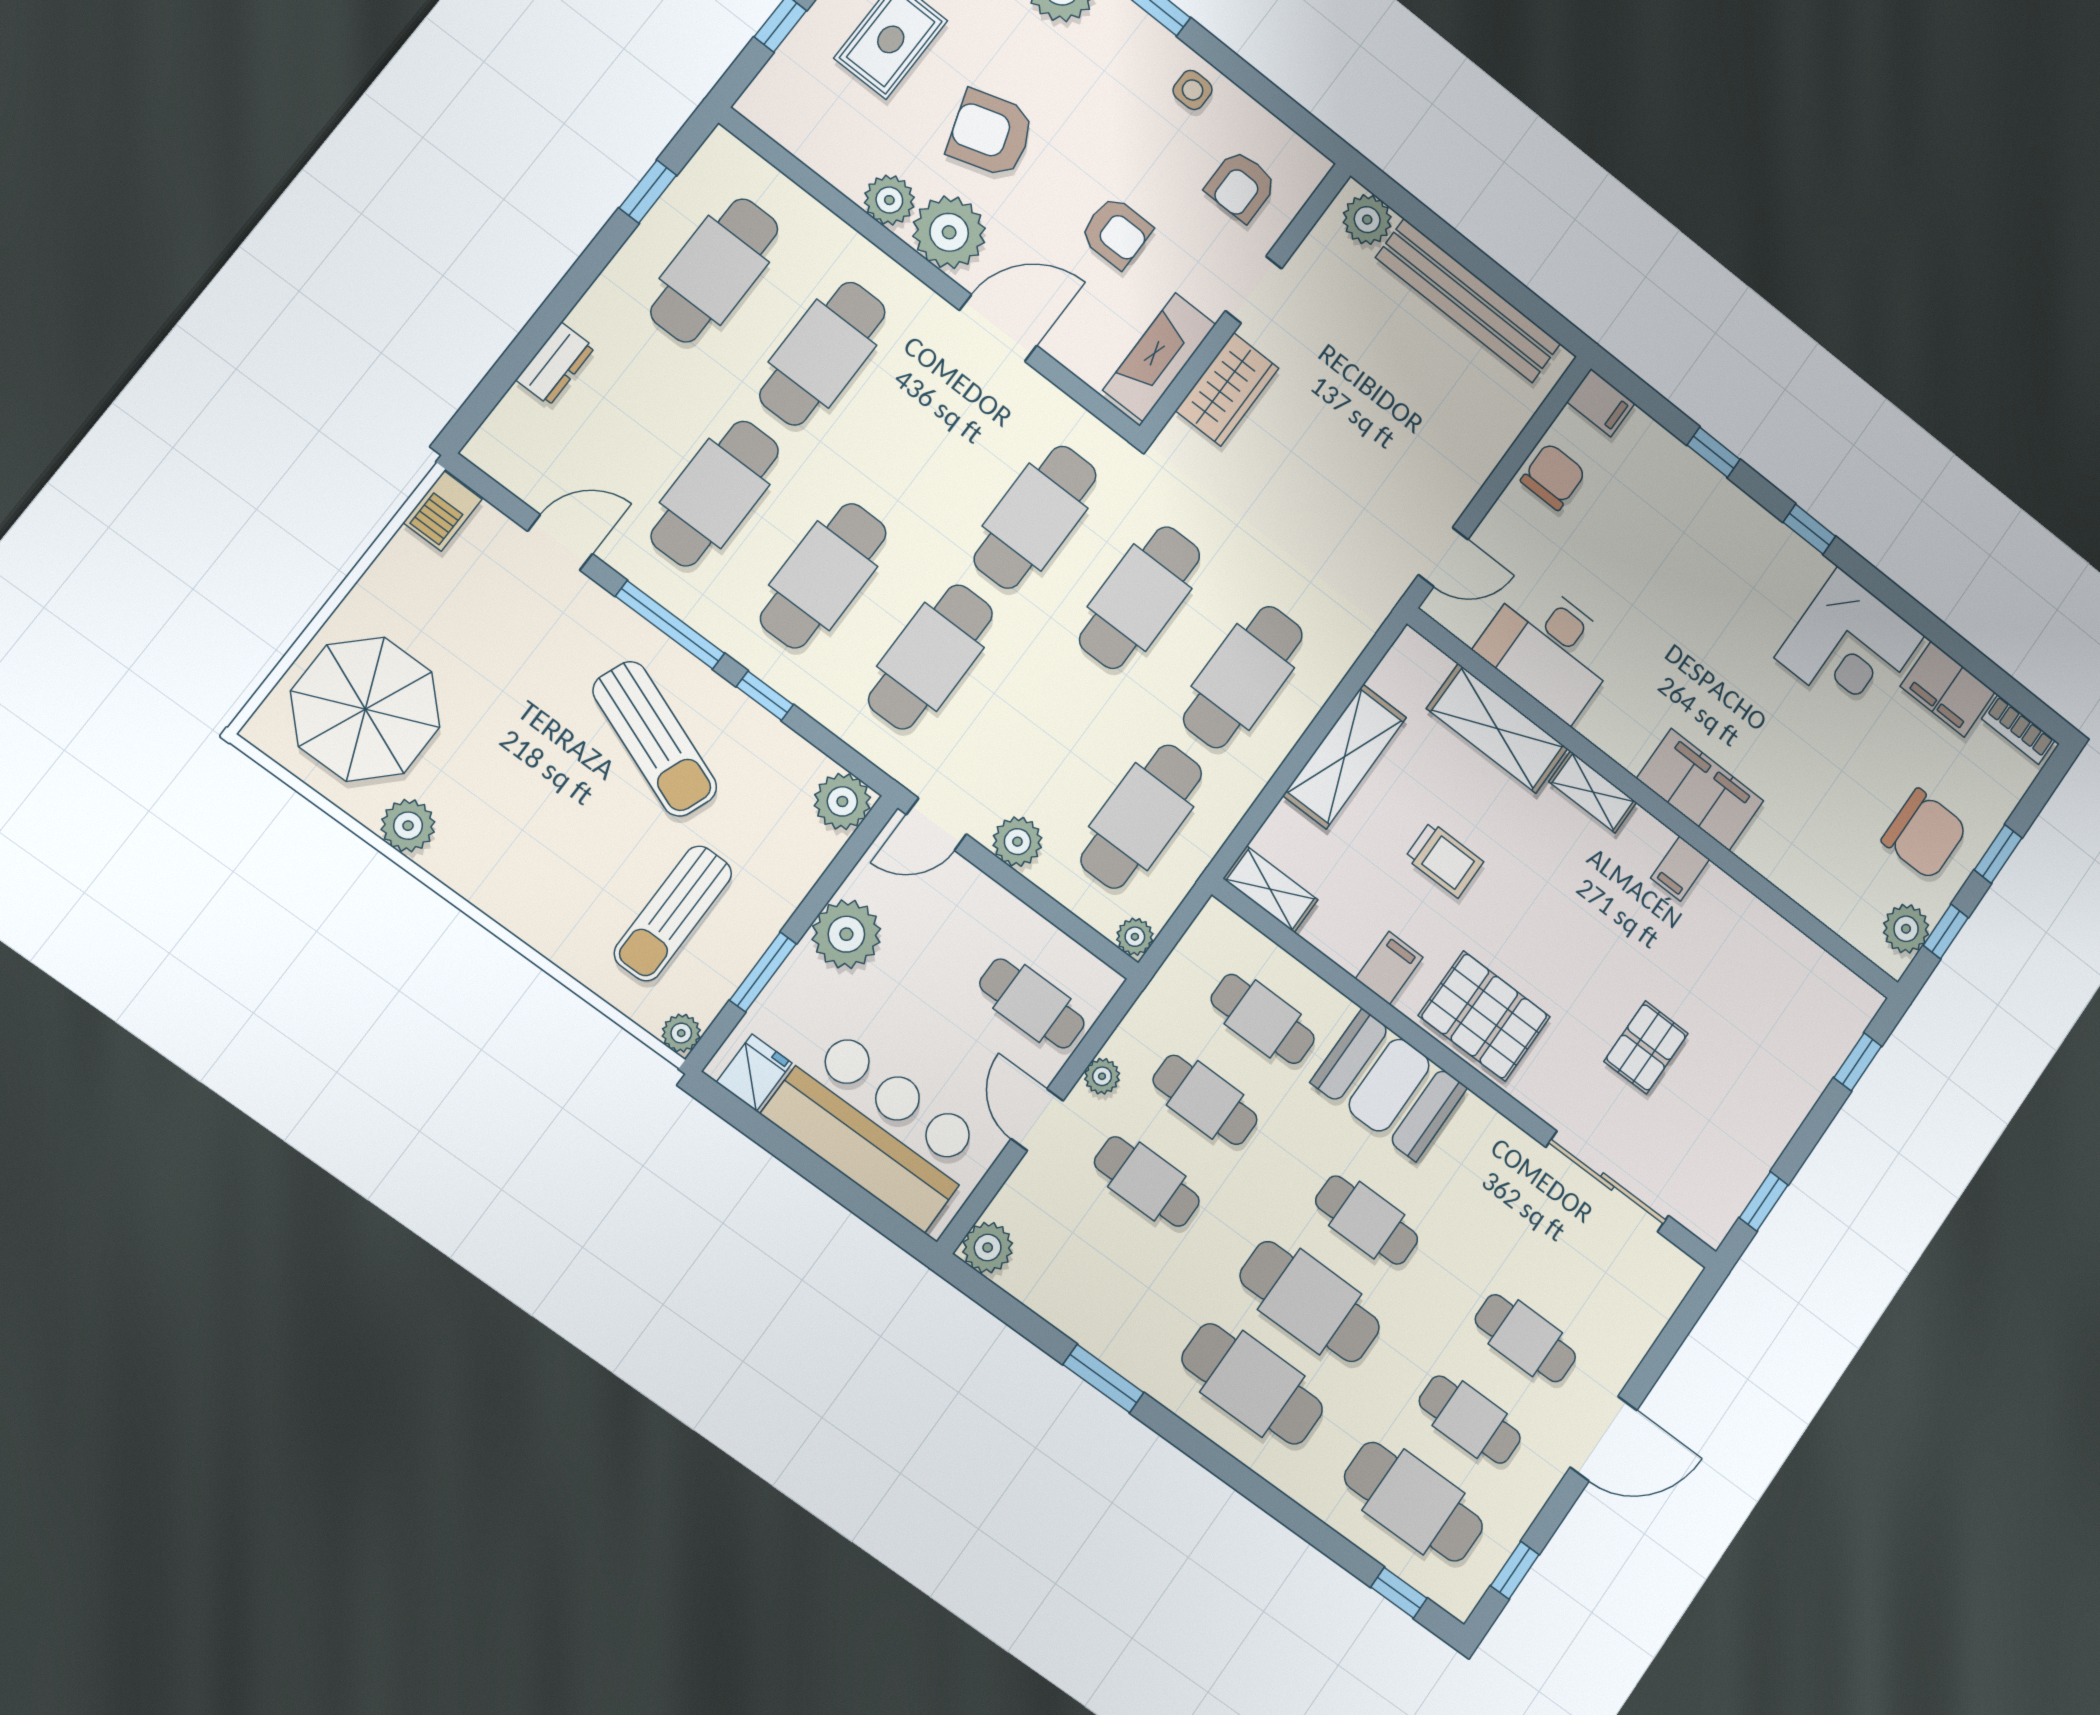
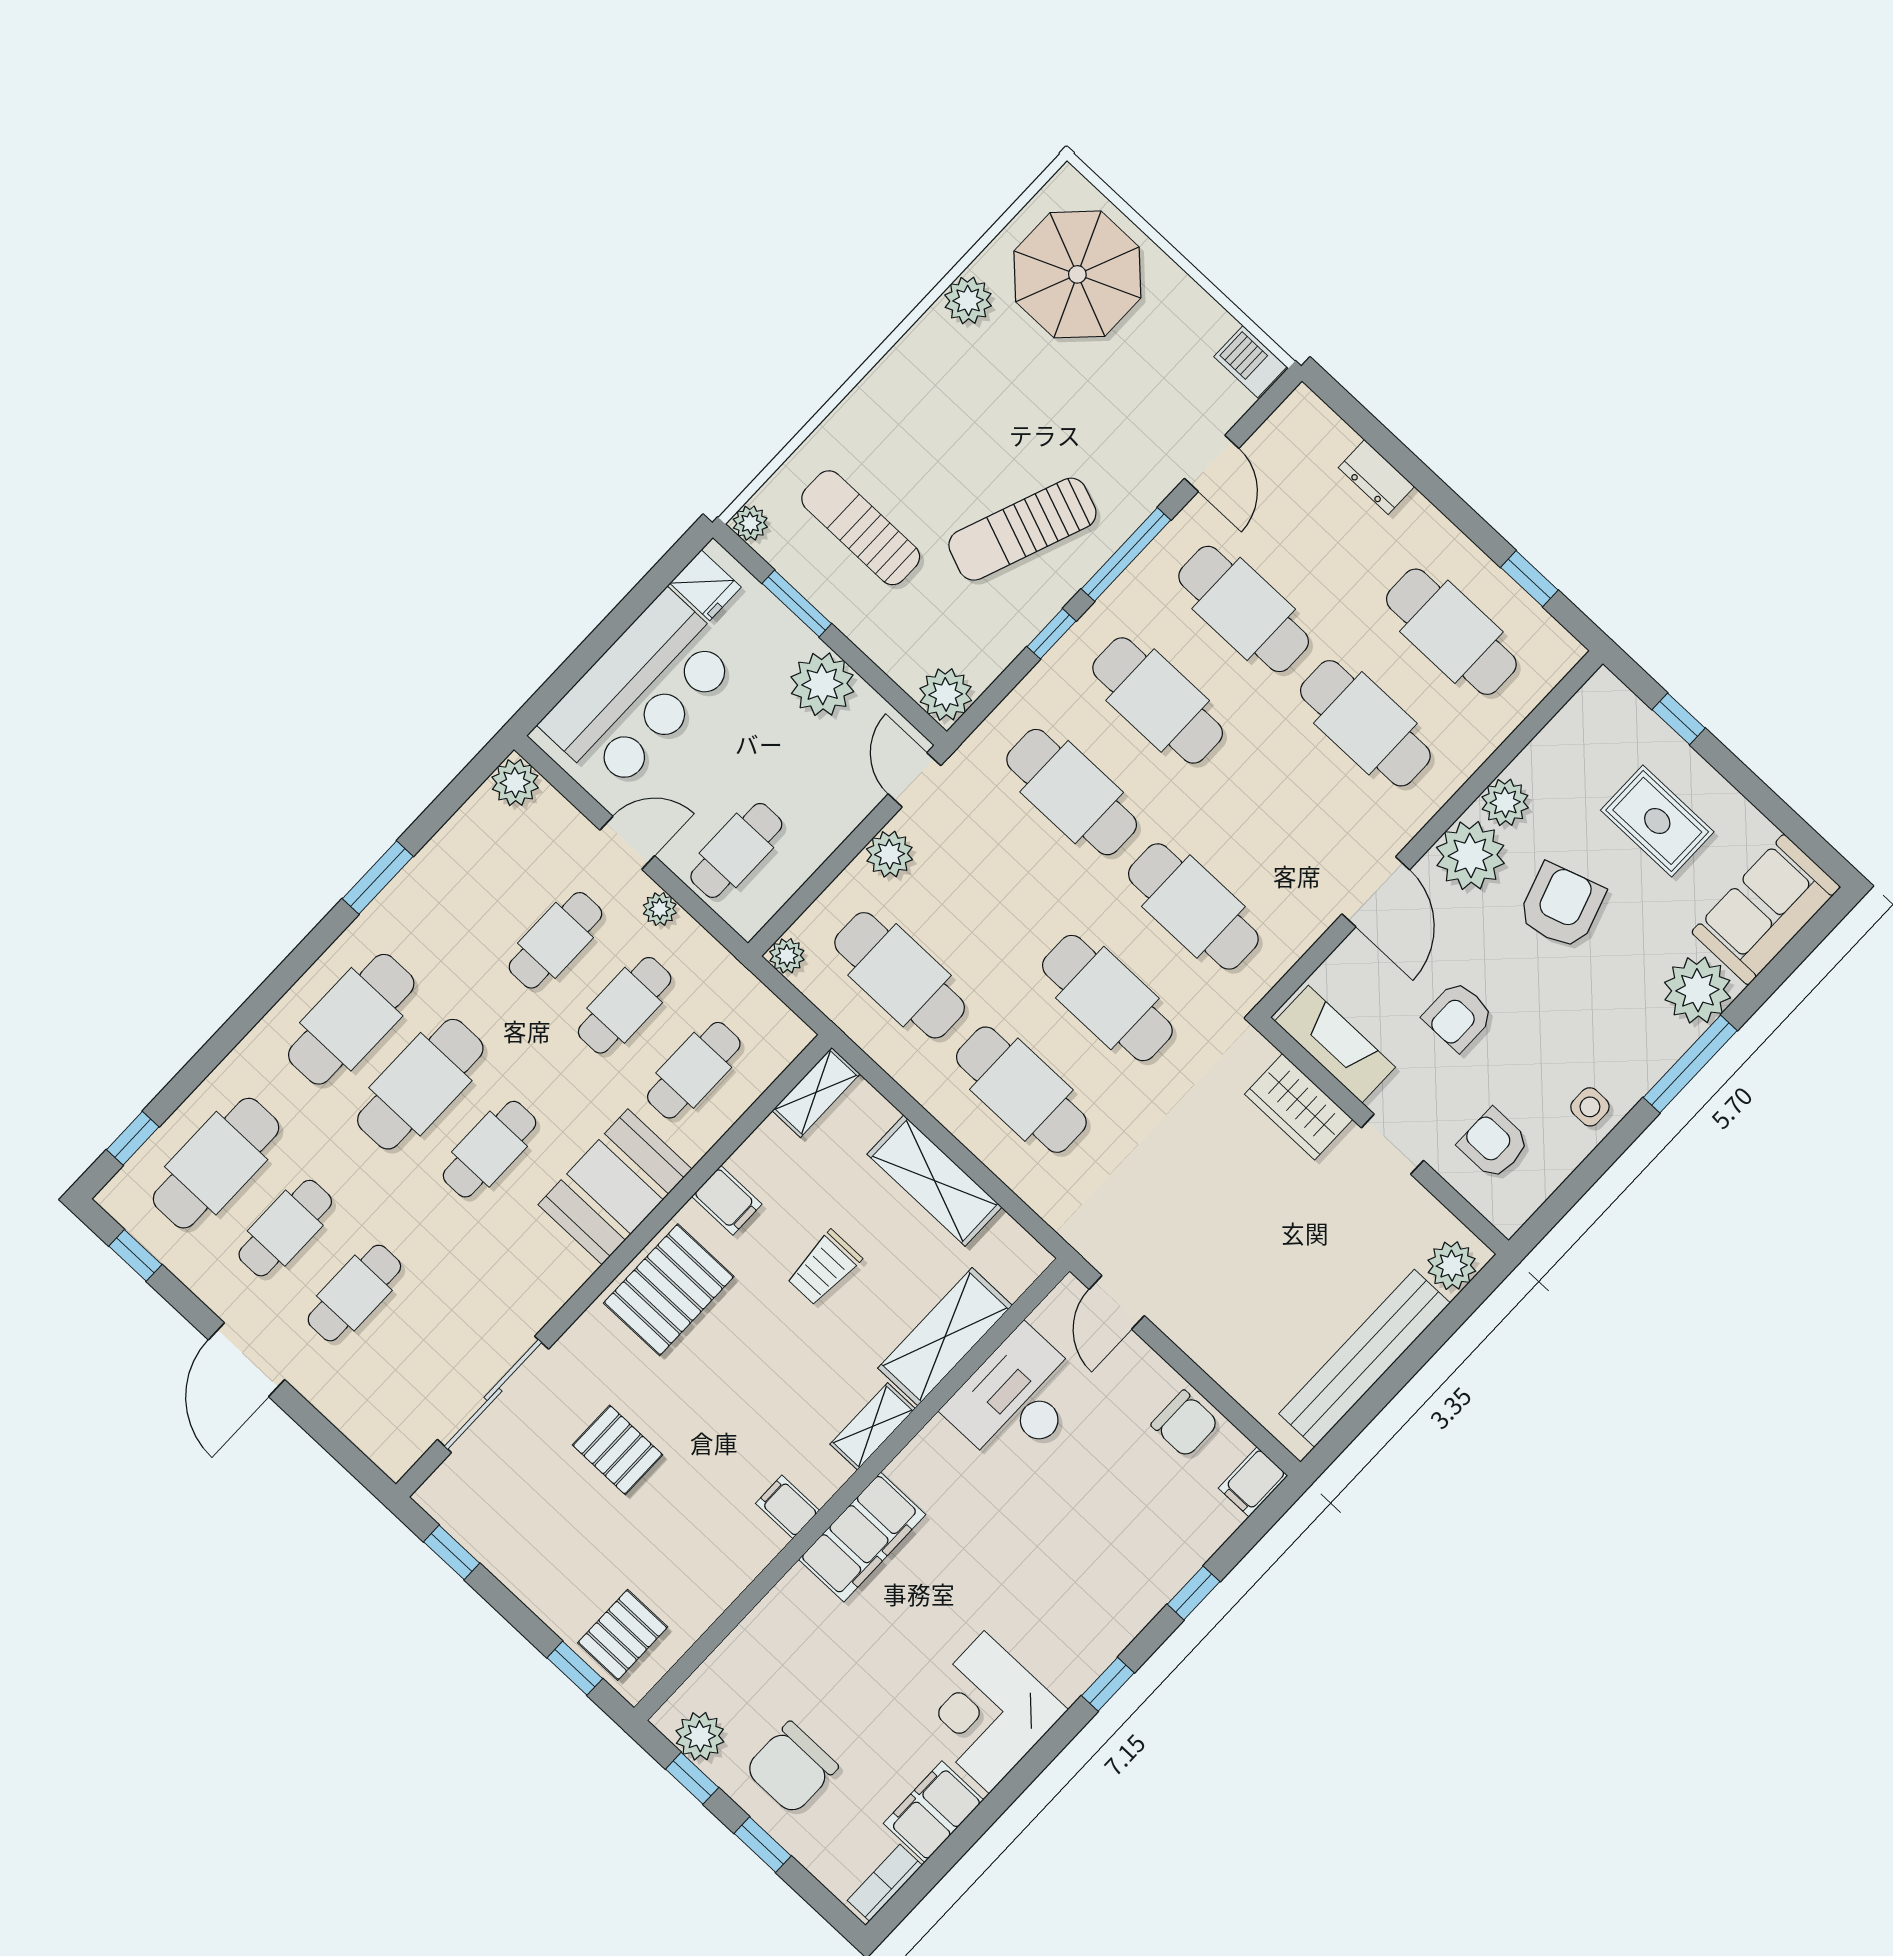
pallet: (1821, 1018) -> (623, 1635), added

